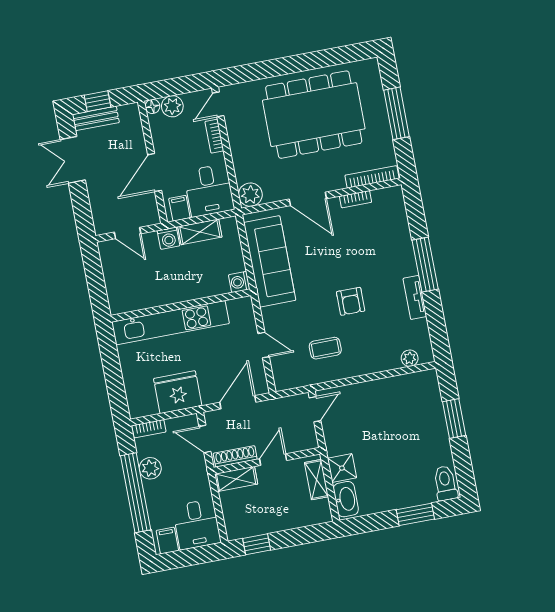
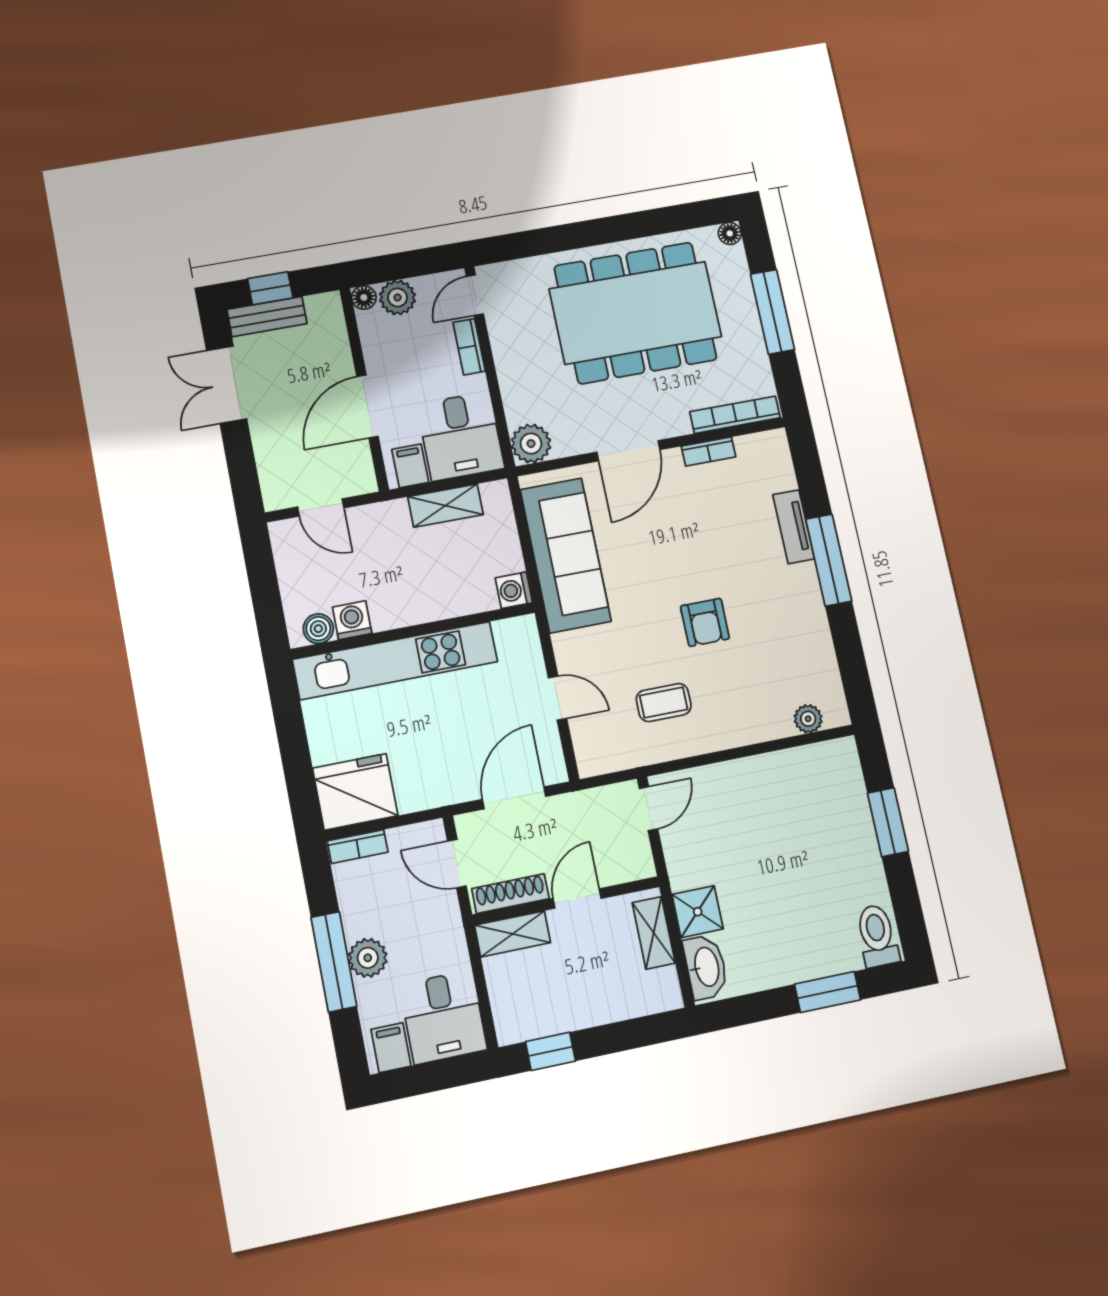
floor lamp: (372, 65) -> (730, 233), added
door: (308, 199) -> (628, 451), hinge flipped
washing machine: (169, 238) -> (352, 620), moved, turned 180
tv unit: (415, 297) -> (794, 527), moved
boiler: (126, 304) -> (318, 629), added
fridge: (178, 392) -> (355, 792), moved
plant: (150, 468) -> (368, 958), moved
window: (136, 493) -> (334, 962), width x0.68

